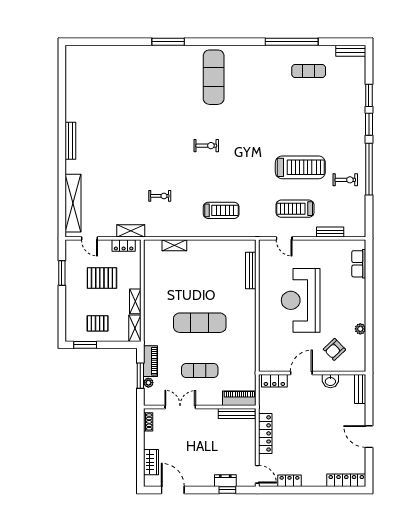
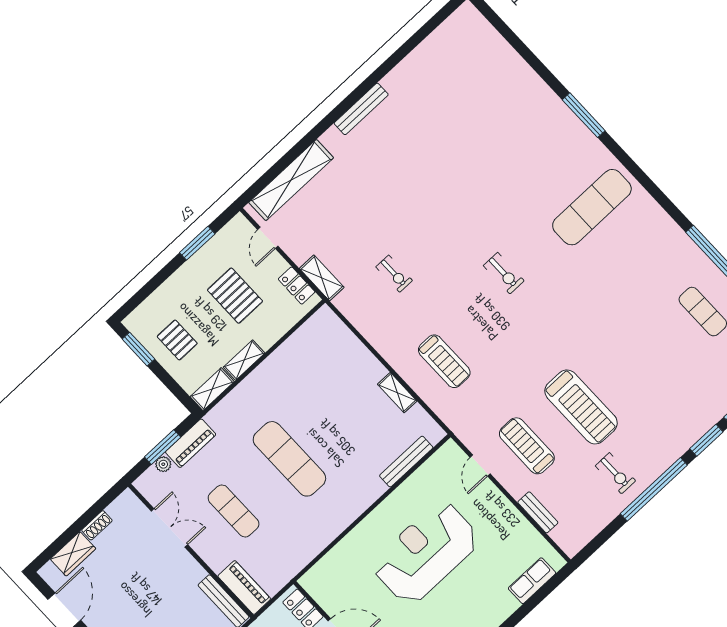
shelving: (174, 245) -> (397, 393), moved
shoe rack: (148, 422) -> (97, 525), moved

